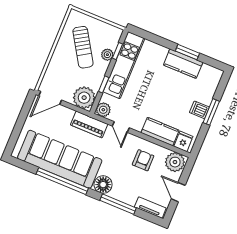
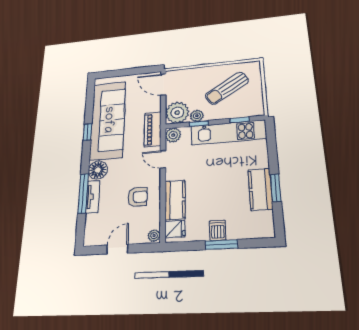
plant: (107, 55) -> (197, 116), moved
door: (121, 127) -> (163, 159), hinge flipped
plant: (175, 162) -> (154, 236), width x0.53, depth x0.53
window: (62, 181) -> (88, 132), width x0.32
tv unit: (150, 207) -> (93, 197), moved

